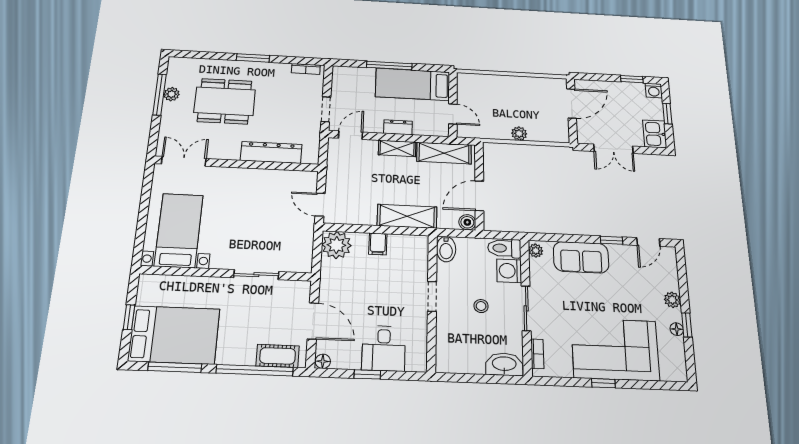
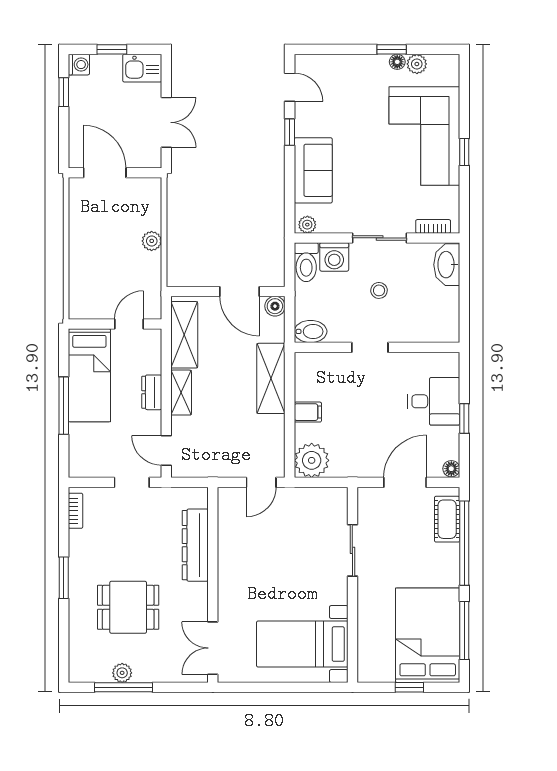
dining table: (225, 101) -> (128, 607), width x0.73
plant: (672, 300) -> (417, 64), moved

